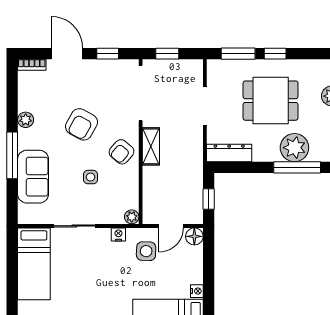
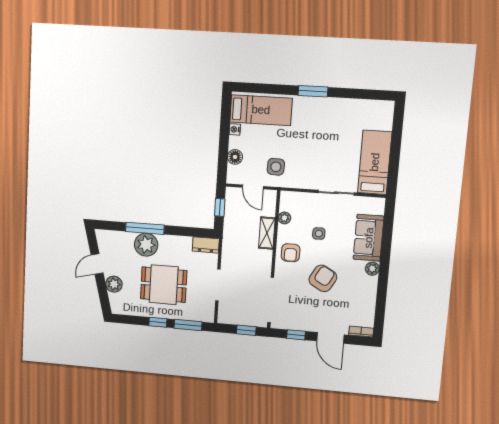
plant: (26, 120) -> (372, 269), moved
shelving: (151, 146) -> (267, 233), moved
armchair: (122, 152) -> (291, 253), turned 140
dresser: (229, 153) -> (206, 245), width x0.70
window: (12, 155) -> (385, 257), removed
plant: (132, 217) -> (284, 218), moved
door: (171, 226) -> (253, 187), swing flipped
nightstand: (118, 234) -> (299, 183), removed
floor lamp: (194, 236) -> (235, 157), moved

